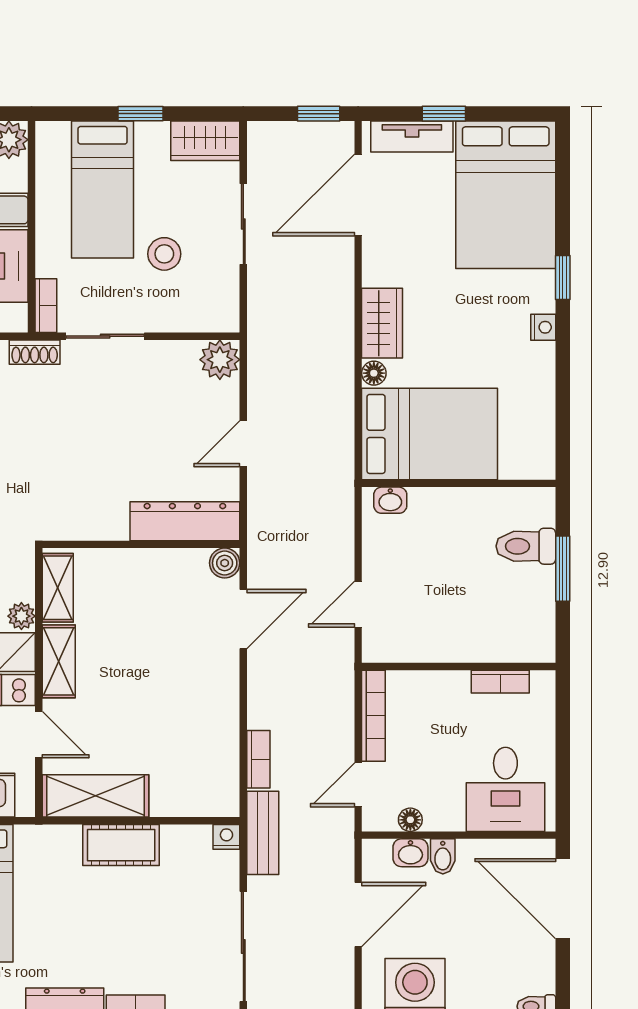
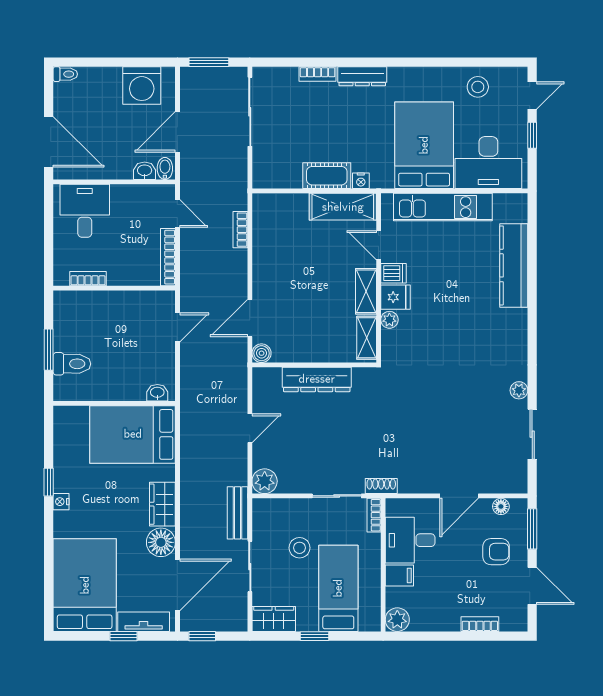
window: (563, 278) -> (49, 482), moved
floor lamp: (374, 373) -> (161, 542), moved, width x1.89, depth x1.89
dresser: (185, 521) -> (317, 379), moved
door: (358, 785) -> (177, 214), hinge flipped
floor lamp: (410, 820) -> (145, 192), removed
bench: (263, 833) -> (238, 513), moved
nightstand: (226, 837) -> (361, 181), moved
bidet: (443, 856) -> (165, 168), moved

